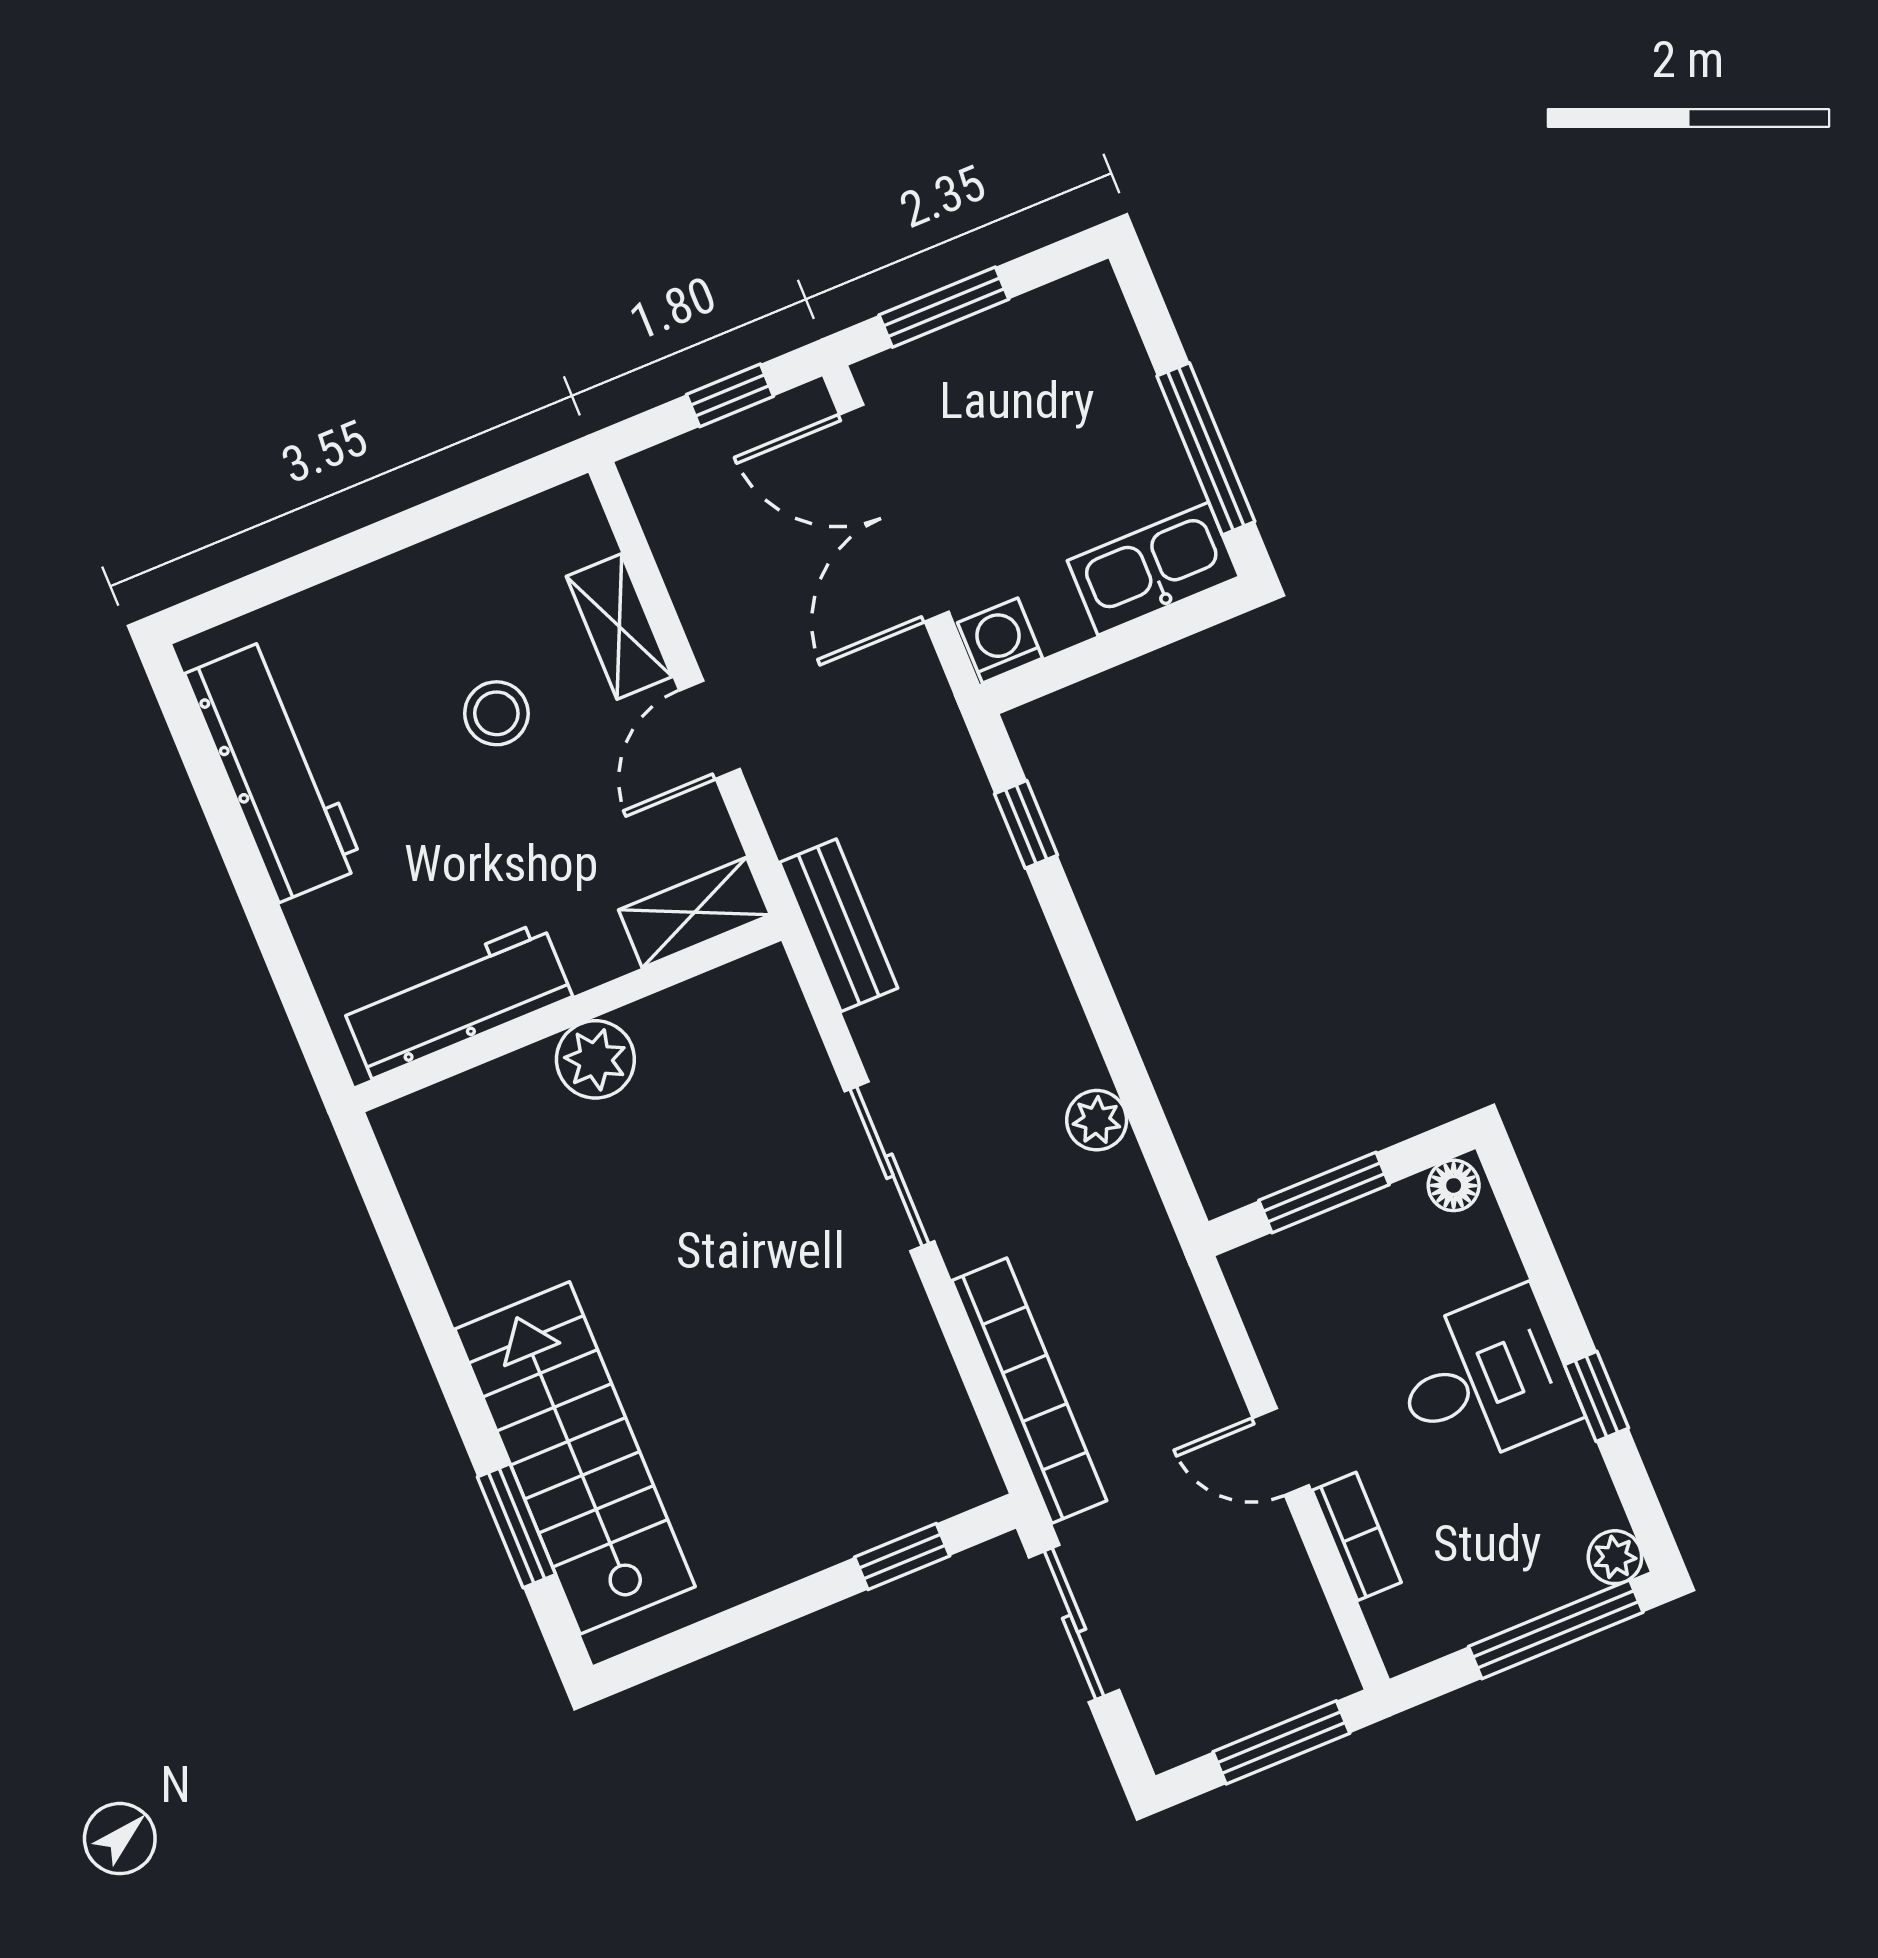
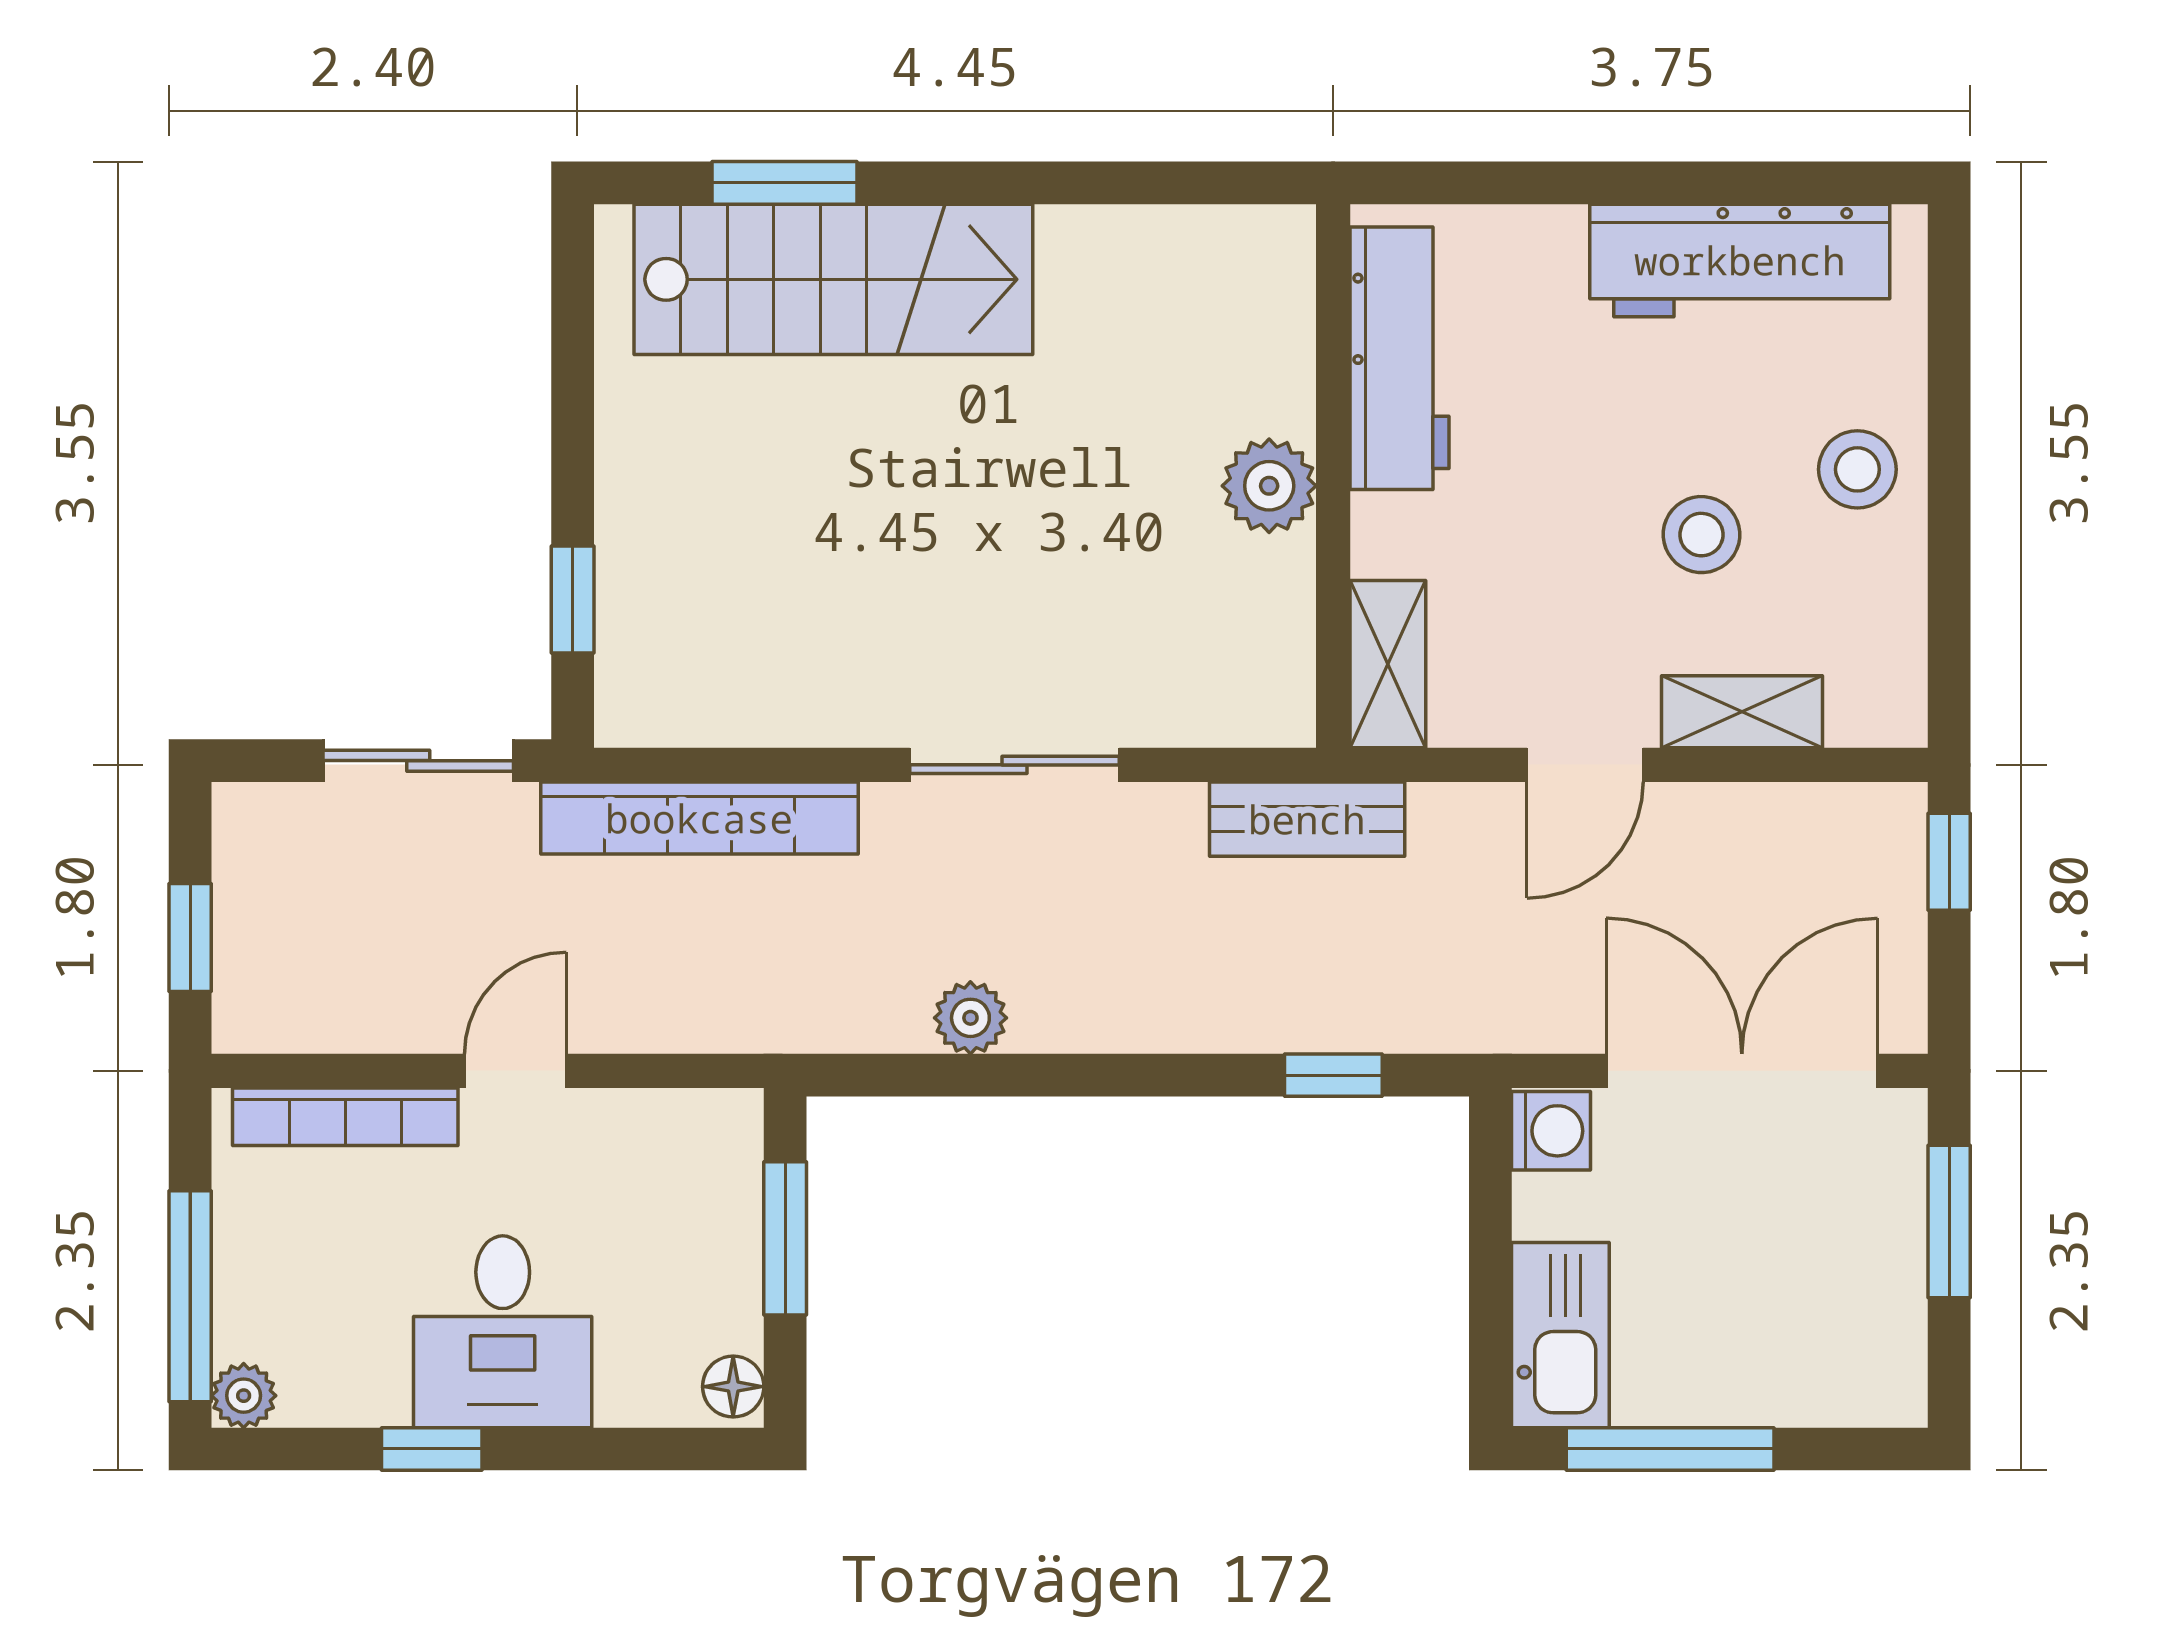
window: (730, 395) -> (1949, 862), moved
stool: (397, 615) -> (1857, 469), added
door: (709, 730) -> (1585, 765), swing flipped
bookcase: (1357, 1536) -> (345, 1117), width x1.56
window: (1281, 1742) -> (190, 938), width x0.67

